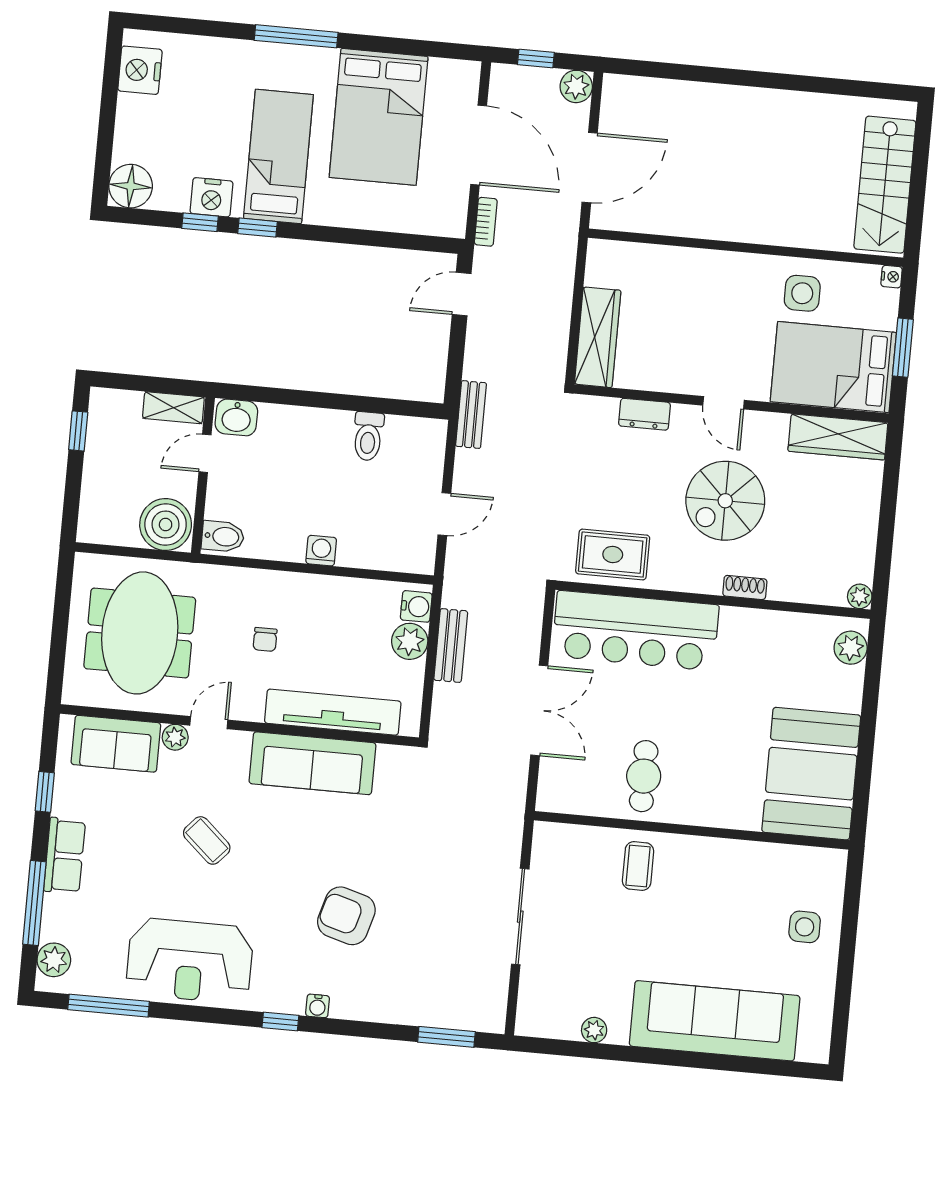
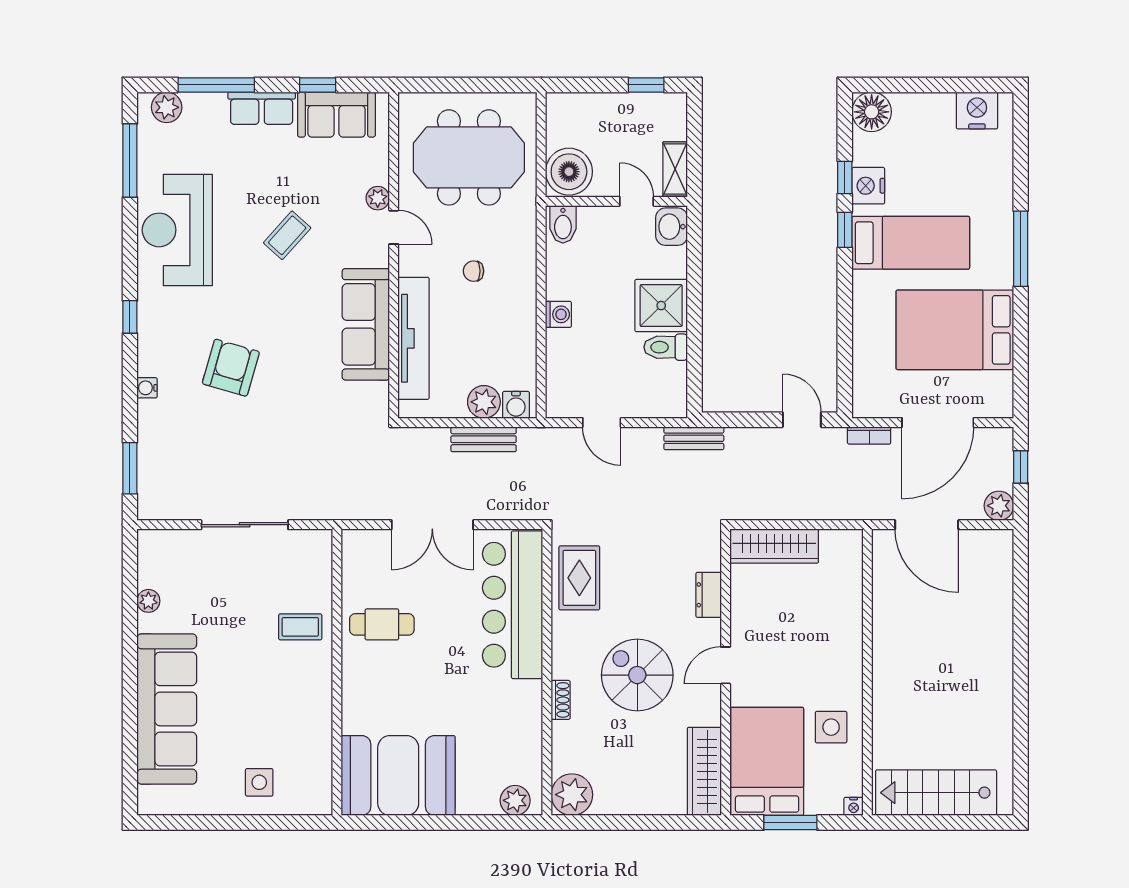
shower: (322, 437) -> (661, 306), added
plant: (860, 596) -> (572, 795), width x1.88, depth x1.88
sofa: (116, 744) -> (336, 115), moved, turned -90
water cooler: (318, 1006) -> (147, 388), moved

